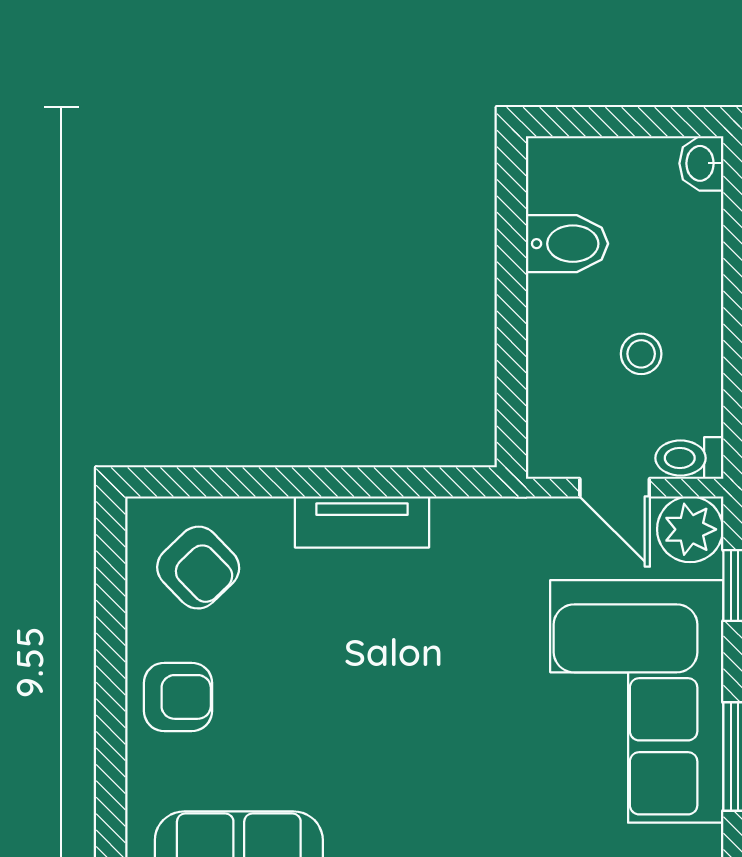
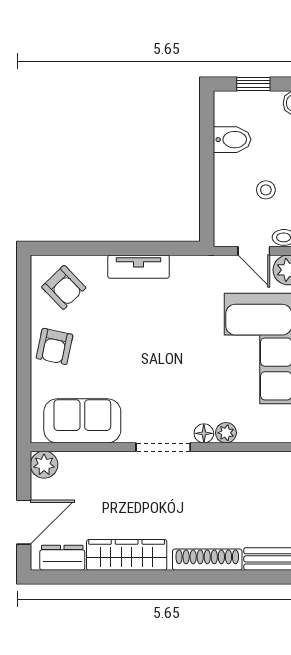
window: (614, 122) -> (253, 84), added
armchair: (178, 697) -> (55, 346), turned 102

